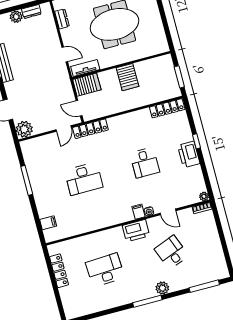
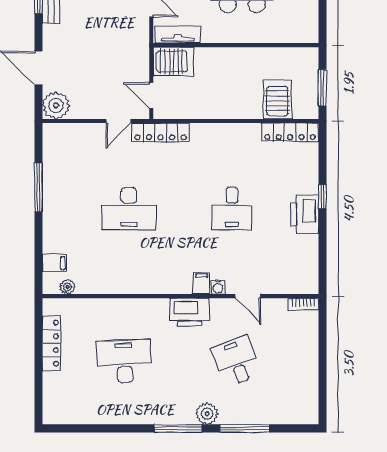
server rack: (127, 77) -> (277, 100), moved, turned 180
plant: (204, 196) -> (67, 287), moved
window: (204, 286) -> (245, 428), moved

